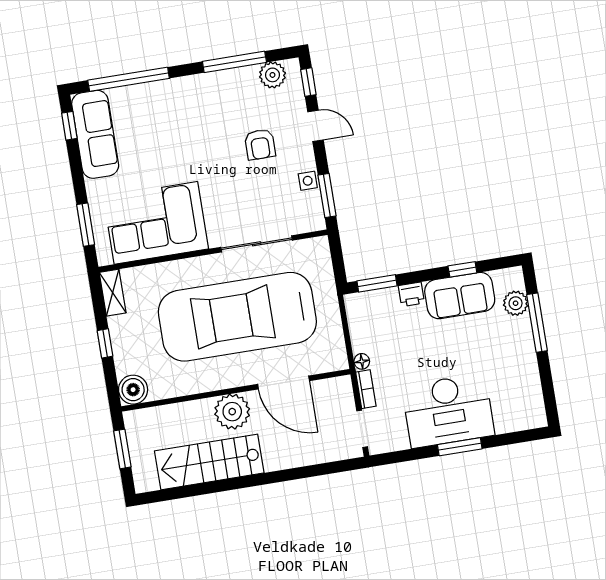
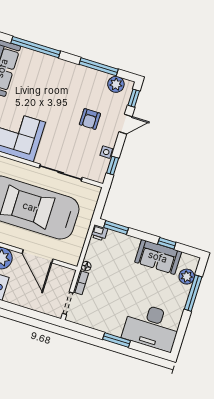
door: (316, 126) -> (126, 124), hinge flipped
window: (327, 196) -> (113, 165), width x0.67
printer: (411, 294) -> (99, 233), moved
desk: (448, 411) -> (152, 327), moved

